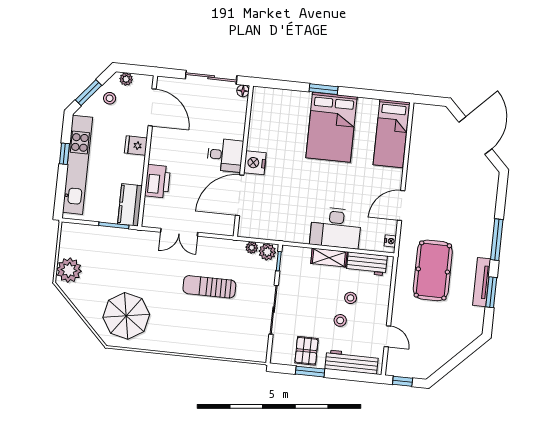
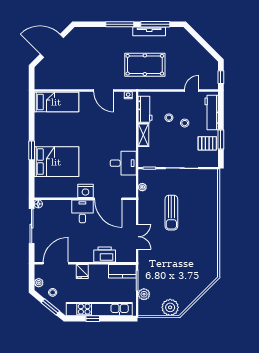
bed: (331, 127) -> (56, 162), moved
desk: (336, 228) -> (123, 163), moved, width x0.73
plant: (267, 252) -> (144, 294), moved
window: (491, 292) -> (155, 24), width x1.44
parasol: (126, 316) -> (197, 266), removed

